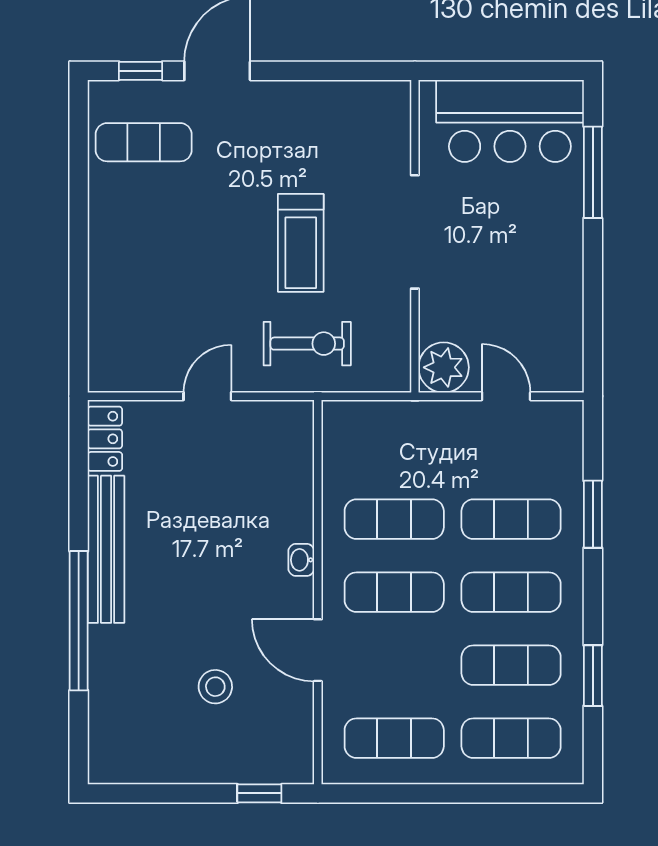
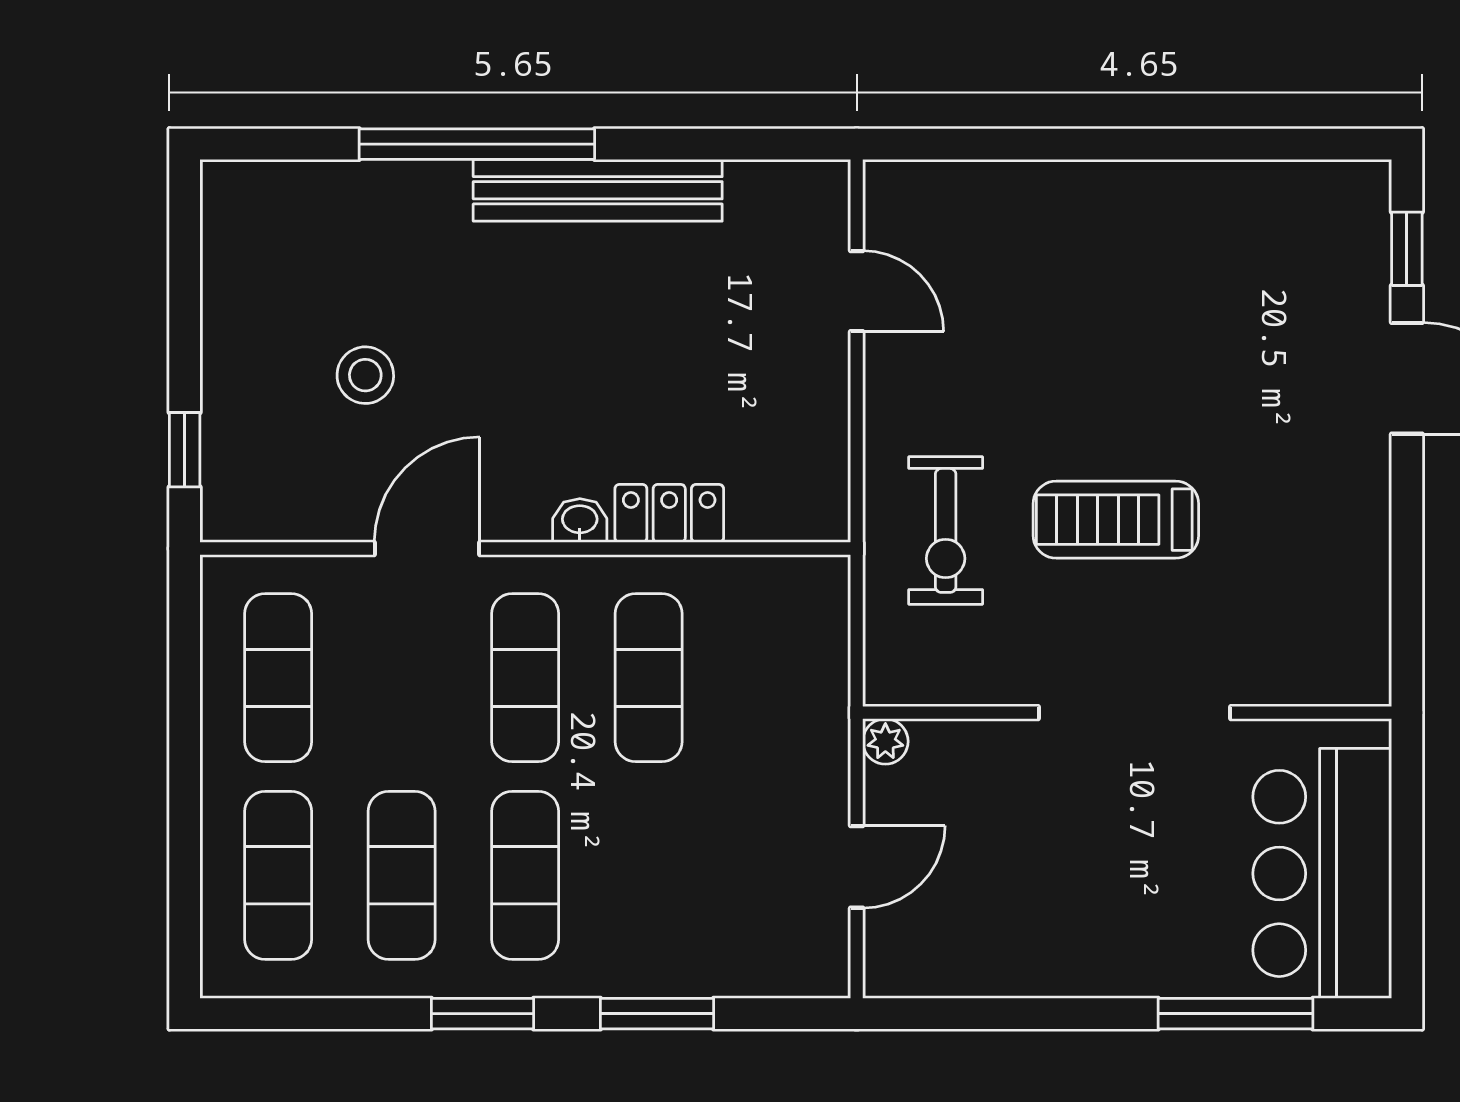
exercise mat: (144, 142) -> (1286, 254), removed
plant: (444, 367) -> (885, 741), width x0.53, depth x0.53
door: (207, 396) -> (857, 291), moved
locker: (105, 439) -> (669, 513), moved, turned 180
exercise mat: (511, 519) -> (649, 875), removed
window: (593, 676) -> (483, 1014), moved

